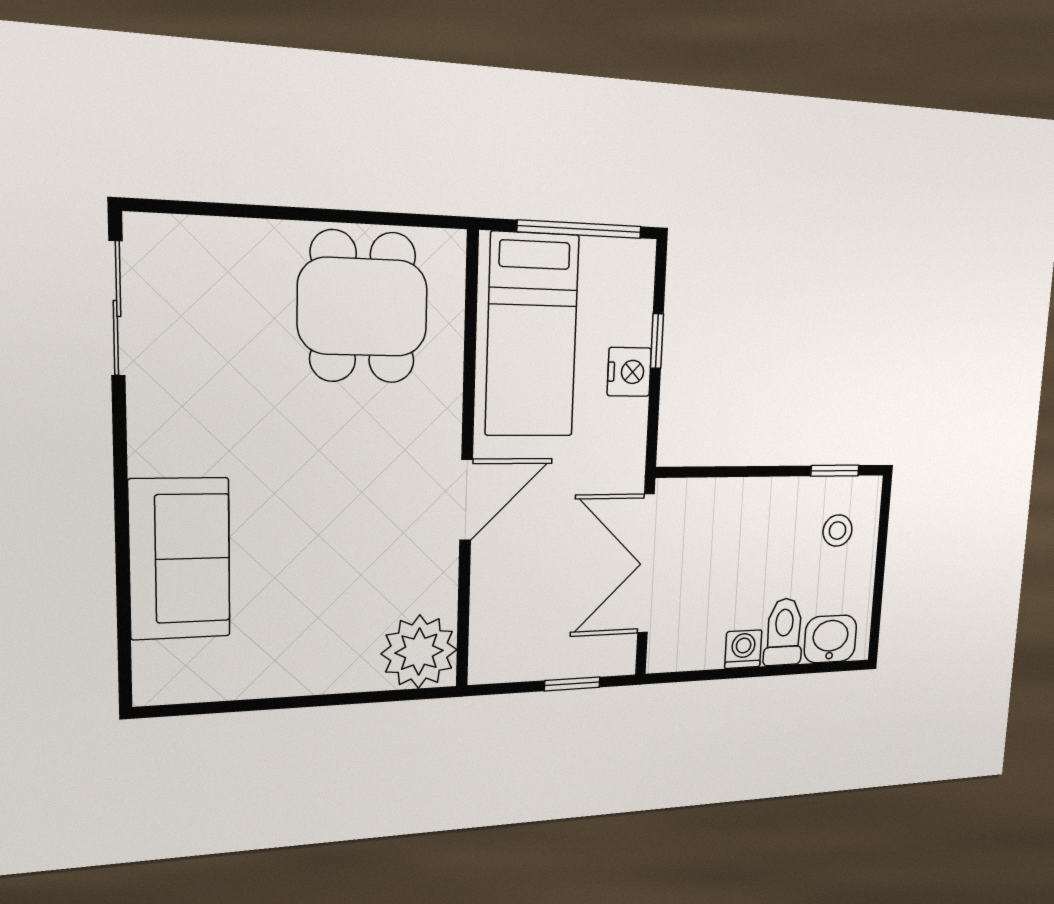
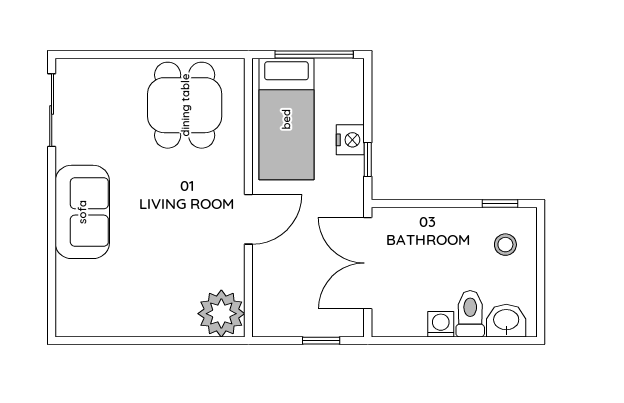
window: (657, 341) -> (368, 159), moved
sofa: (180, 559) -> (82, 212), moved

